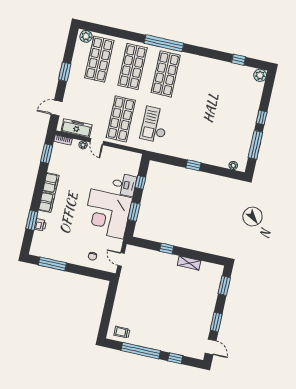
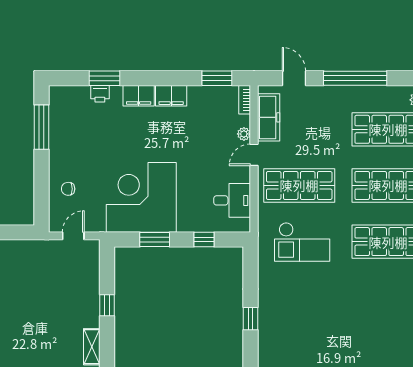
window: (65, 72) -> (355, 78), width x2.11
checkout: (155, 125) -> (302, 242), turned 180
desk: (124, 185) -> (232, 200), moved, turned -90

